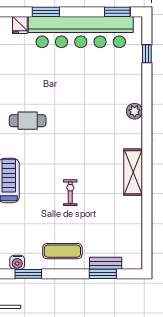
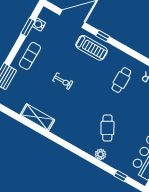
cafe table: (97, 104) -> (107, 128), added
plant: (135, 111) -> (101, 154), moved
shelving: (133, 172) -> (37, 117), moved

